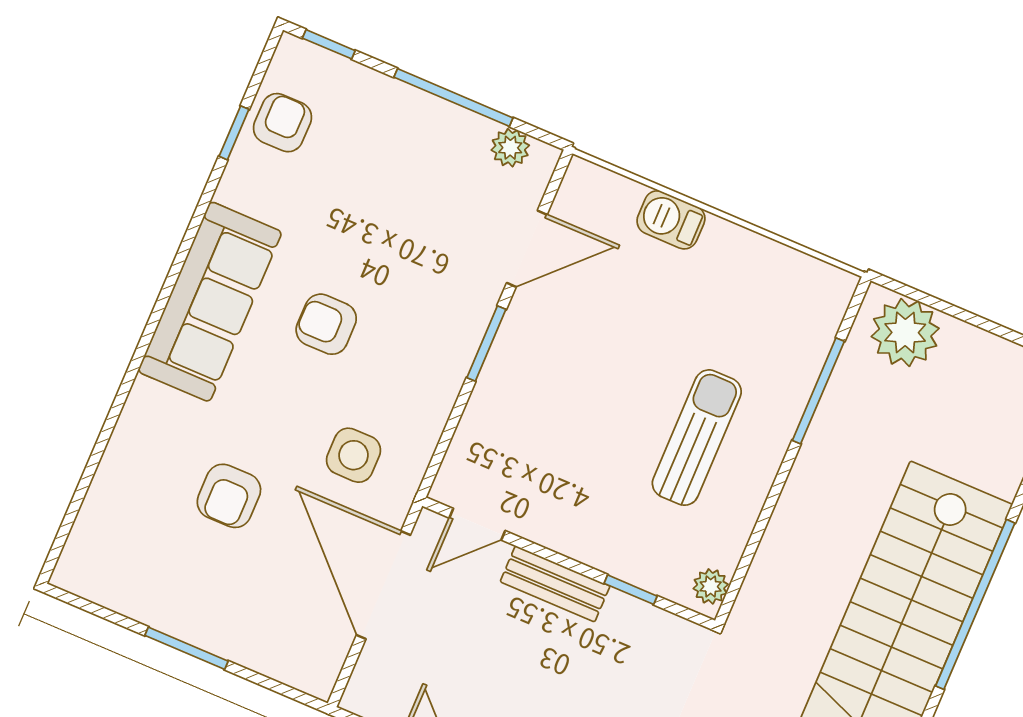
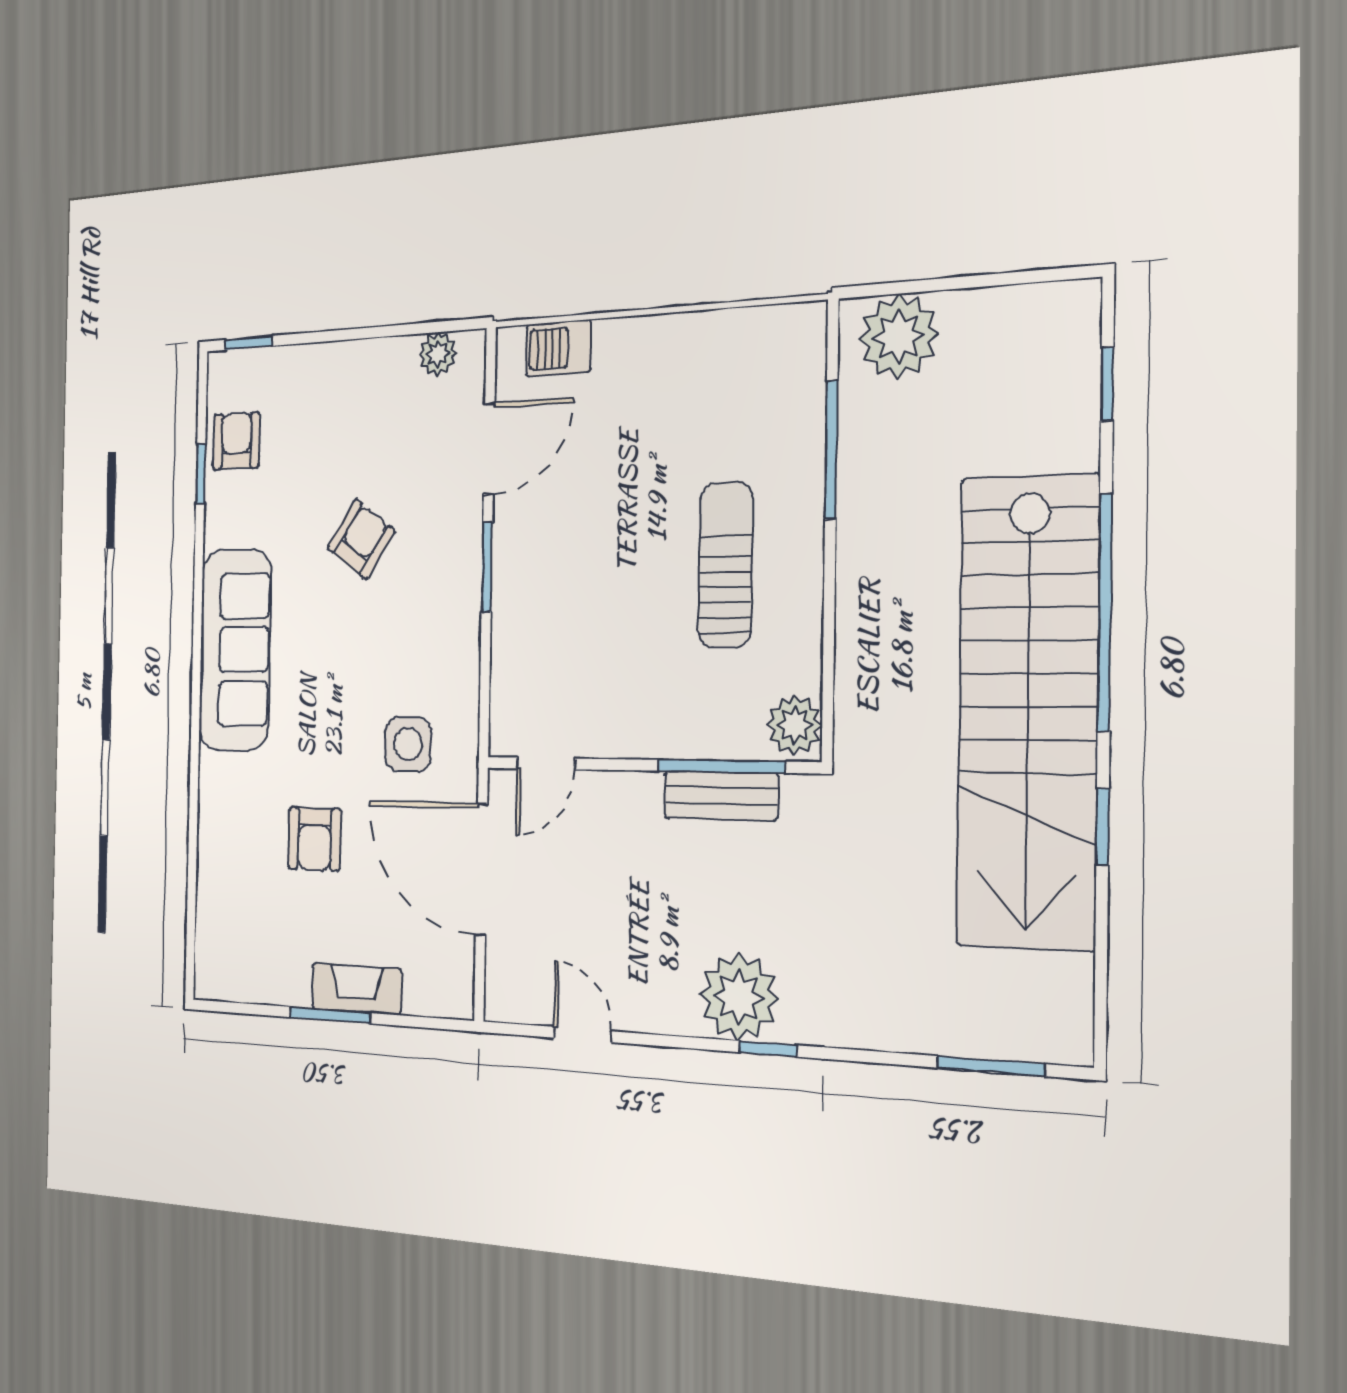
window: (453, 97) -> (371, 333), removed
barbecue: (671, 220) -> (558, 348), moved
armchair: (326, 324) -> (361, 539), moved, turned 125
bench: (555, 584) -> (721, 796), moved
plant: (711, 586) -> (795, 725), width x1.38, depth x1.38
window: (631, 590) -> (721, 766), width x2.17
fireplace: (222, 636) -> (356, 989), added

